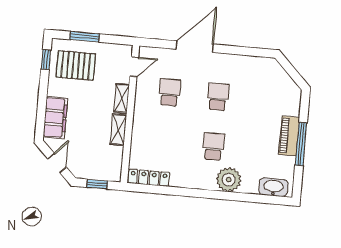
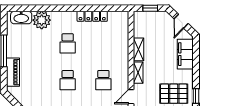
piano: (289, 136) -> (13, 72), moved
locker: (149, 178) -> (92, 16), moved
plant: (229, 180) -> (42, 20), moved

